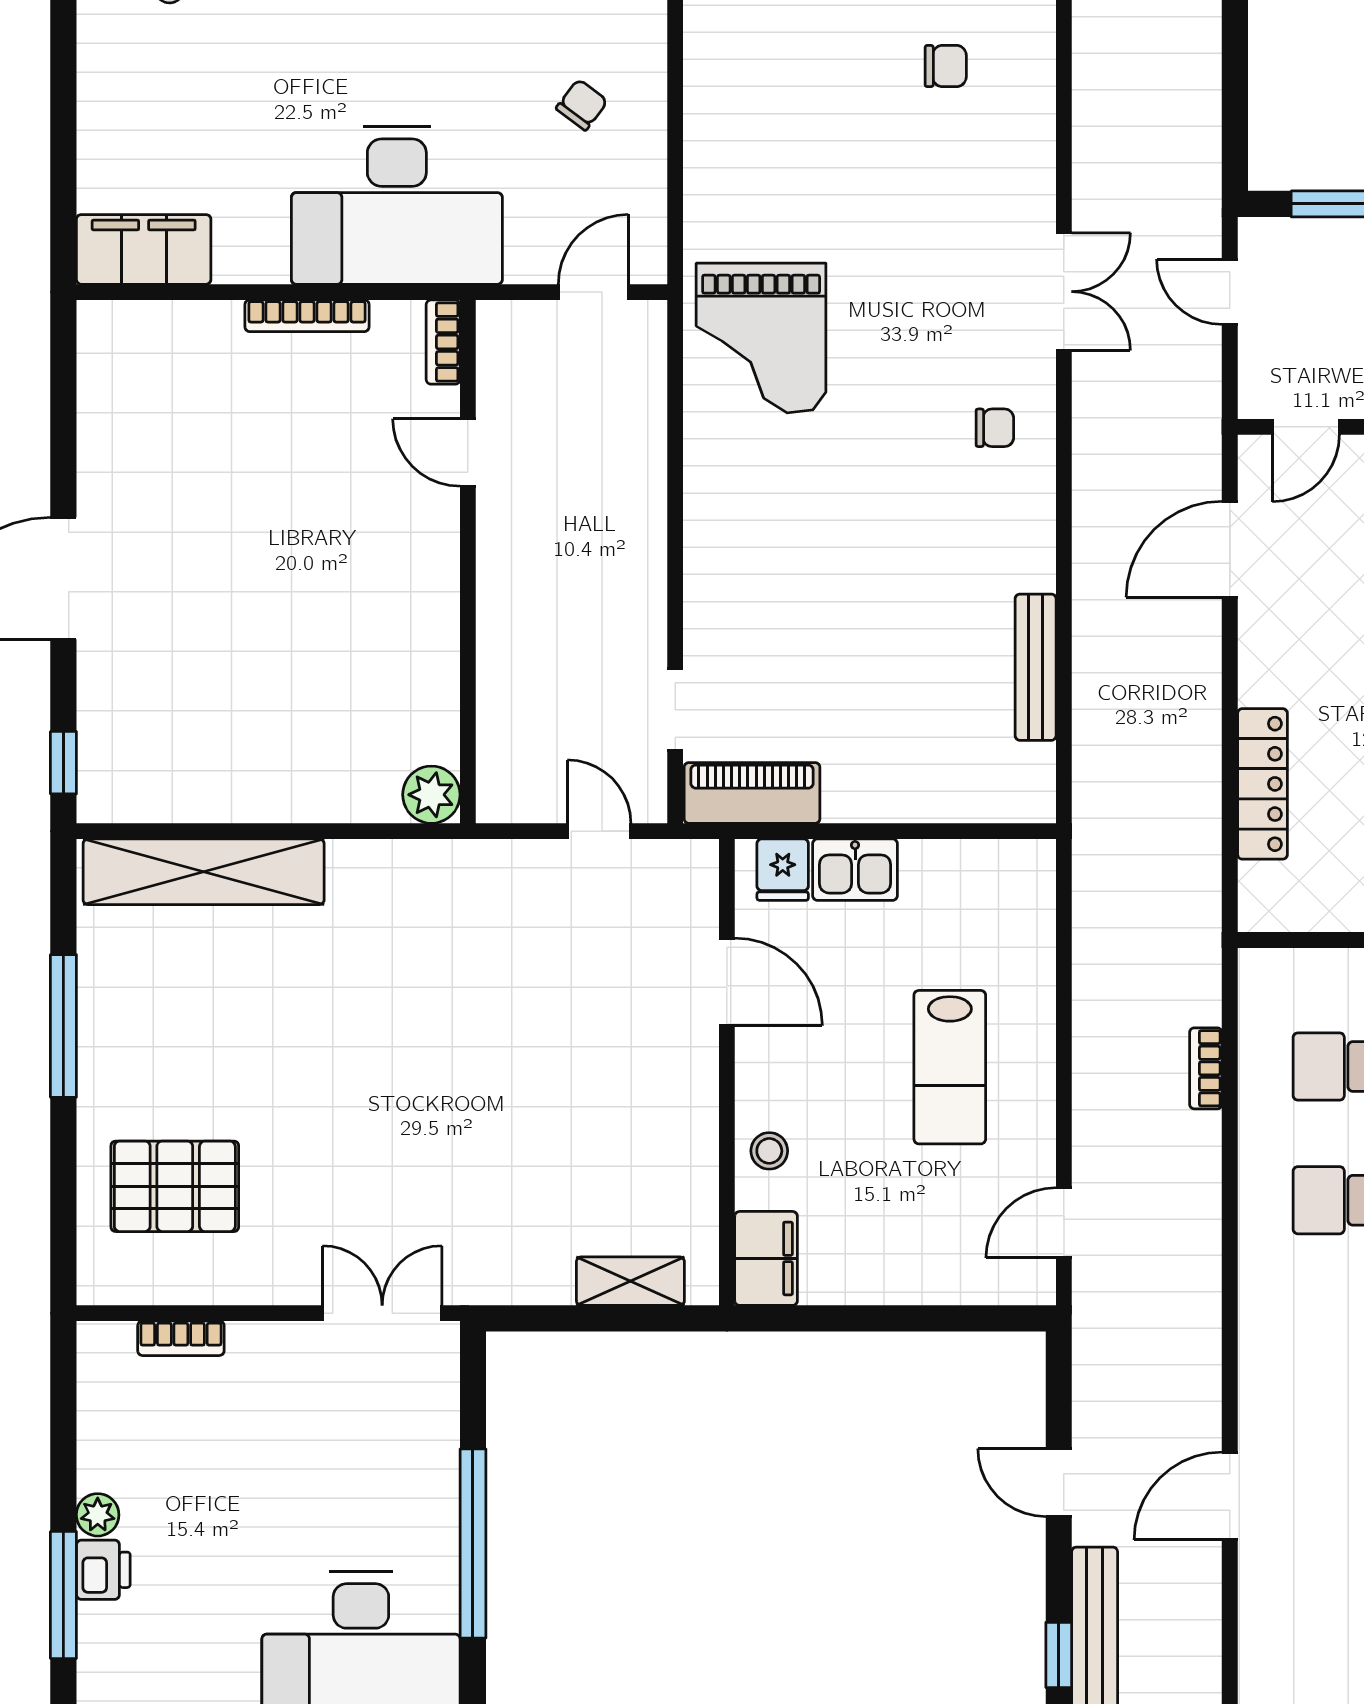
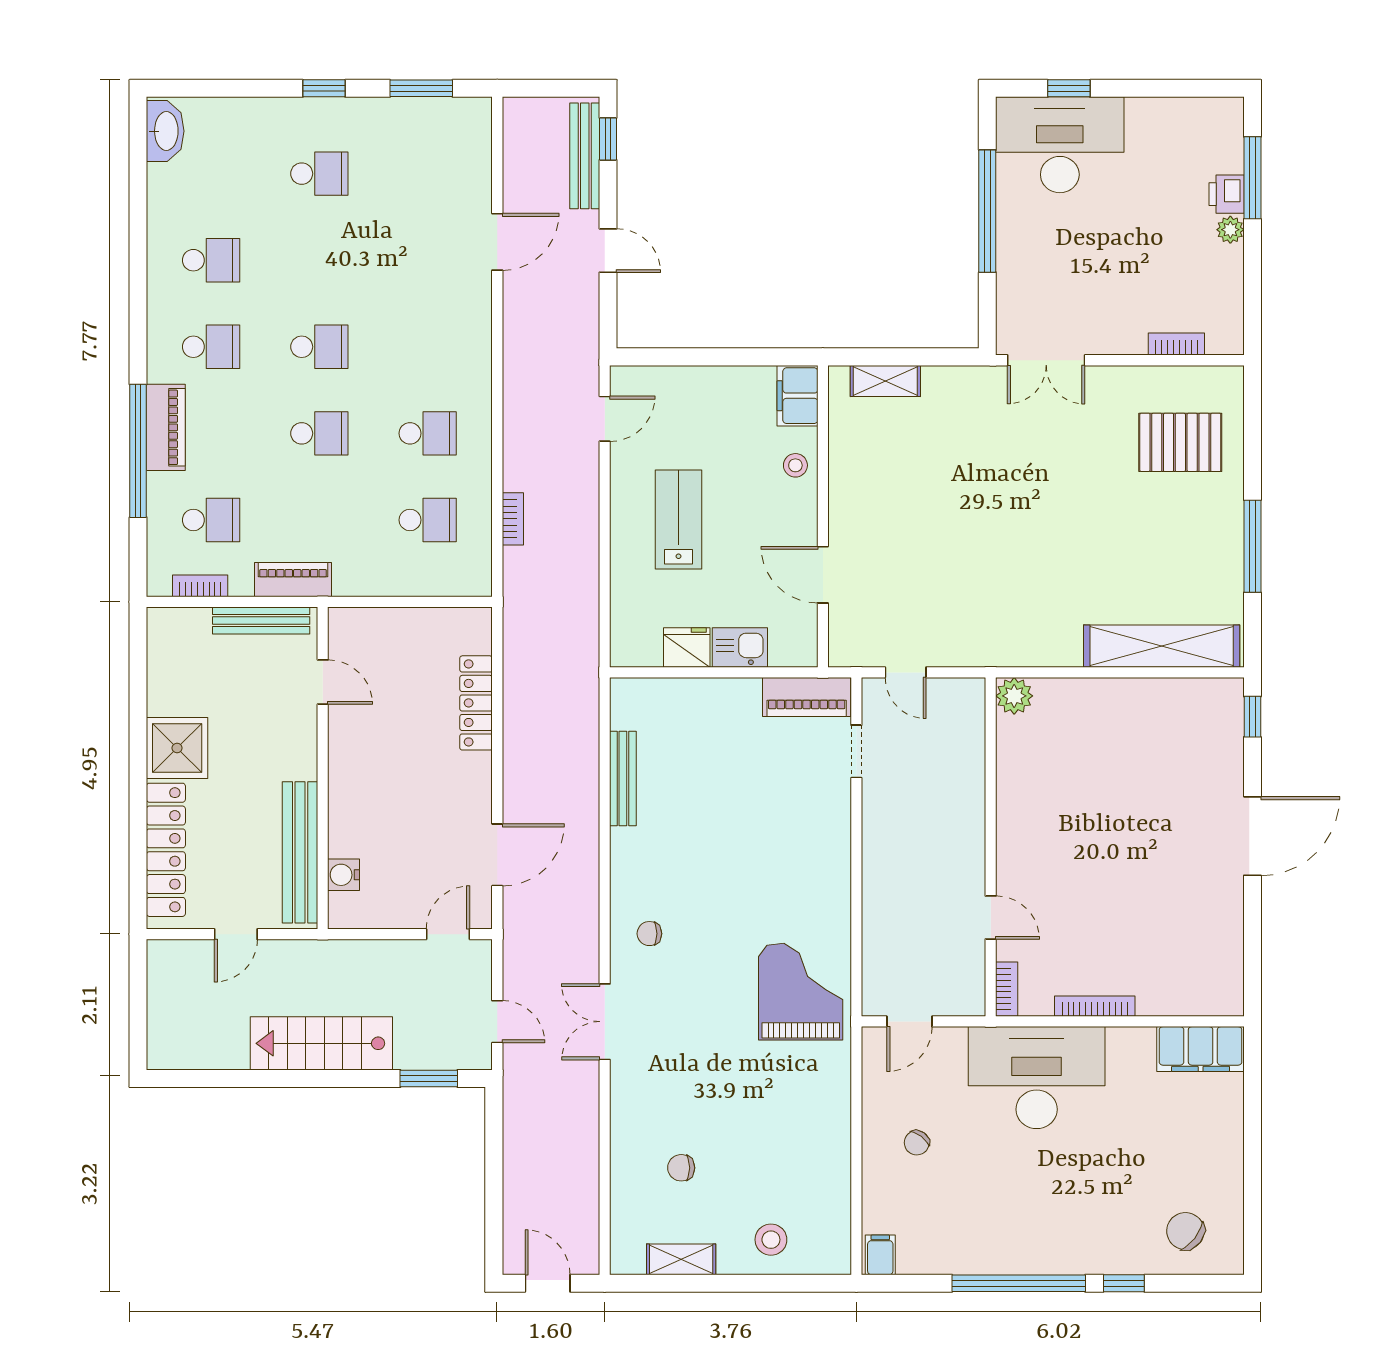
fridge: (783, 870) -> (687, 647), moved, width x1.38

